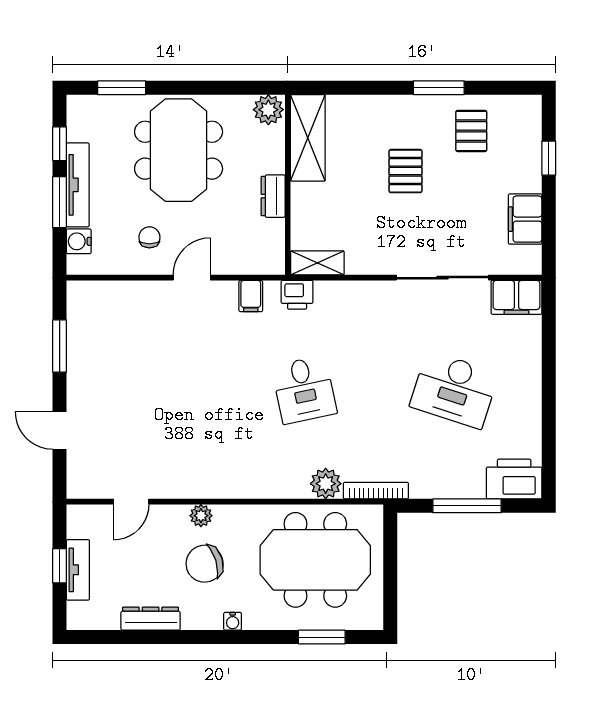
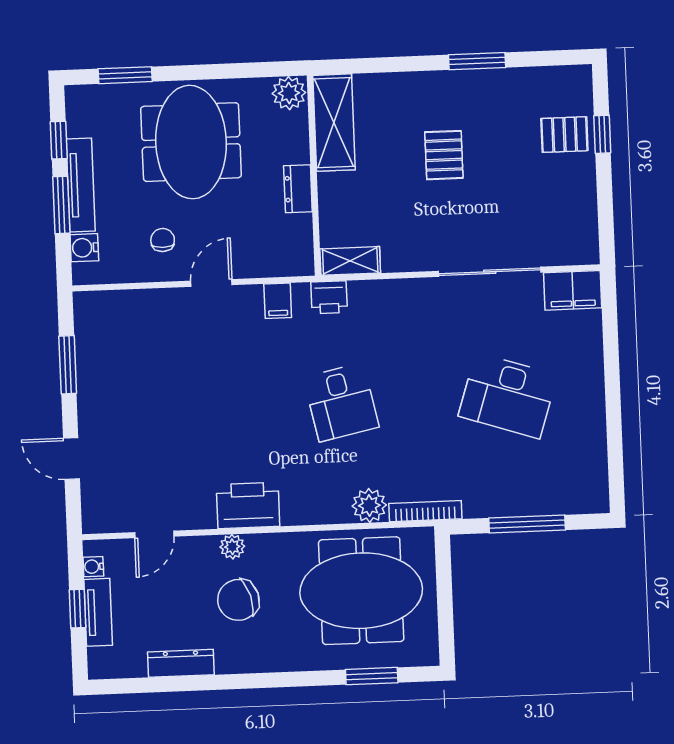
pallet: (471, 131) -> (564, 135), moved, turned 90
filing cabinet: (525, 219) -> (579, 203), removed
printer: (514, 479) -> (248, 505), moved
water cooler: (233, 621) -> (93, 567), moved, turned 90

